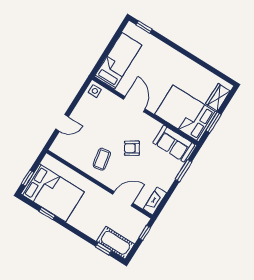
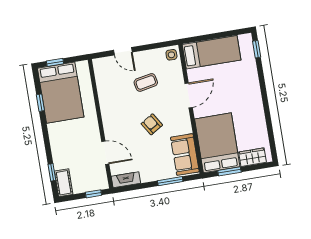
coffee table: (102, 159) -> (146, 82), moved
cot: (116, 243) -> (64, 183), width x0.73, depth x0.75

